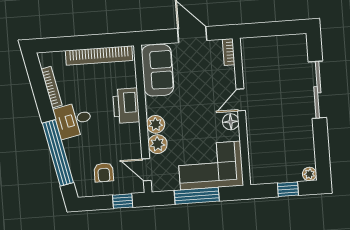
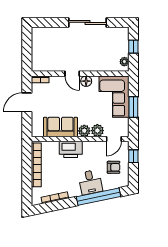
sofa: (158, 70) -> (60, 127), moved
sliding door: (317, 90) -> (87, 22), moved
desk: (73, 120) -> (90, 182), moved
plant: (309, 174) -> (124, 62), moved
window: (197, 196) -> (133, 107), width x0.69

